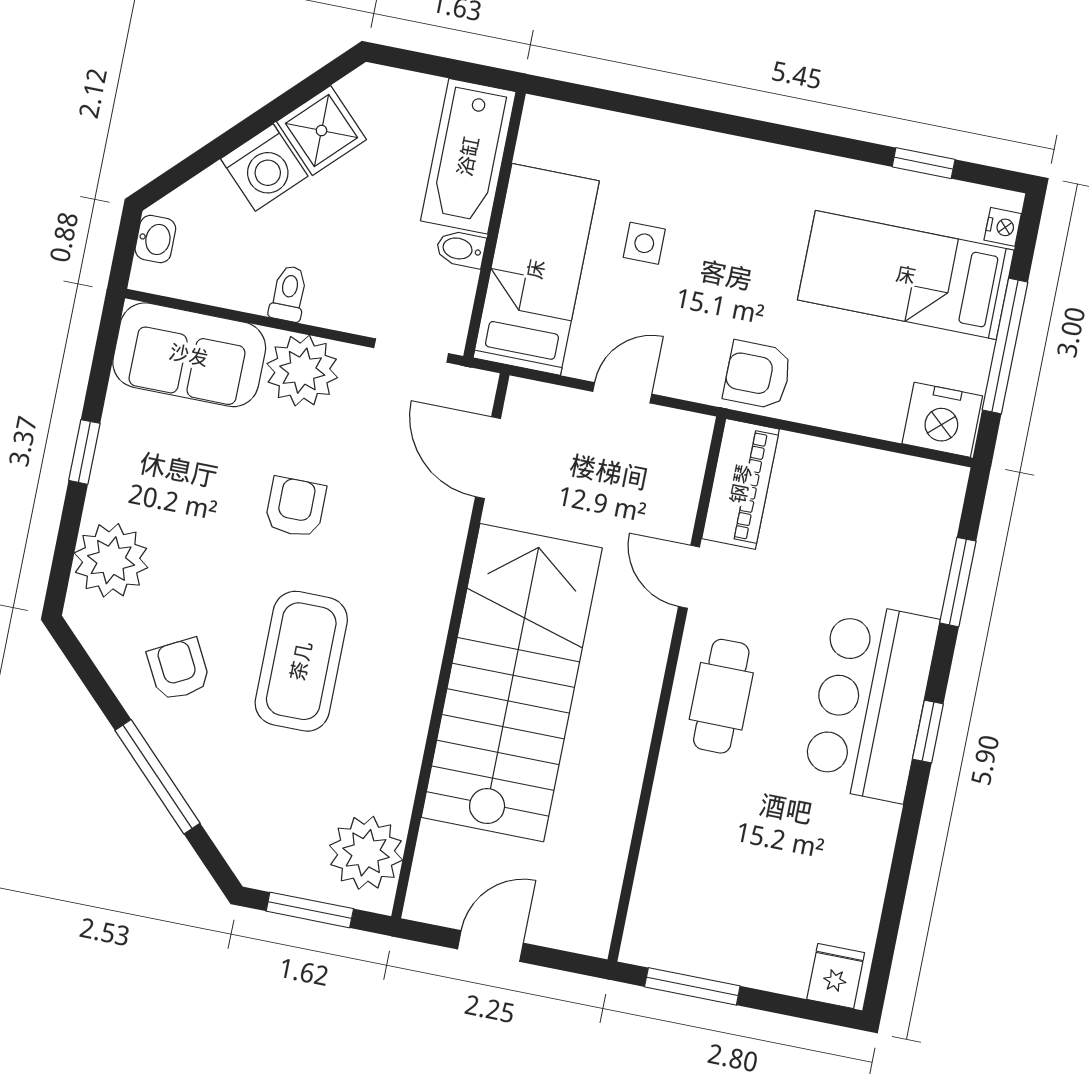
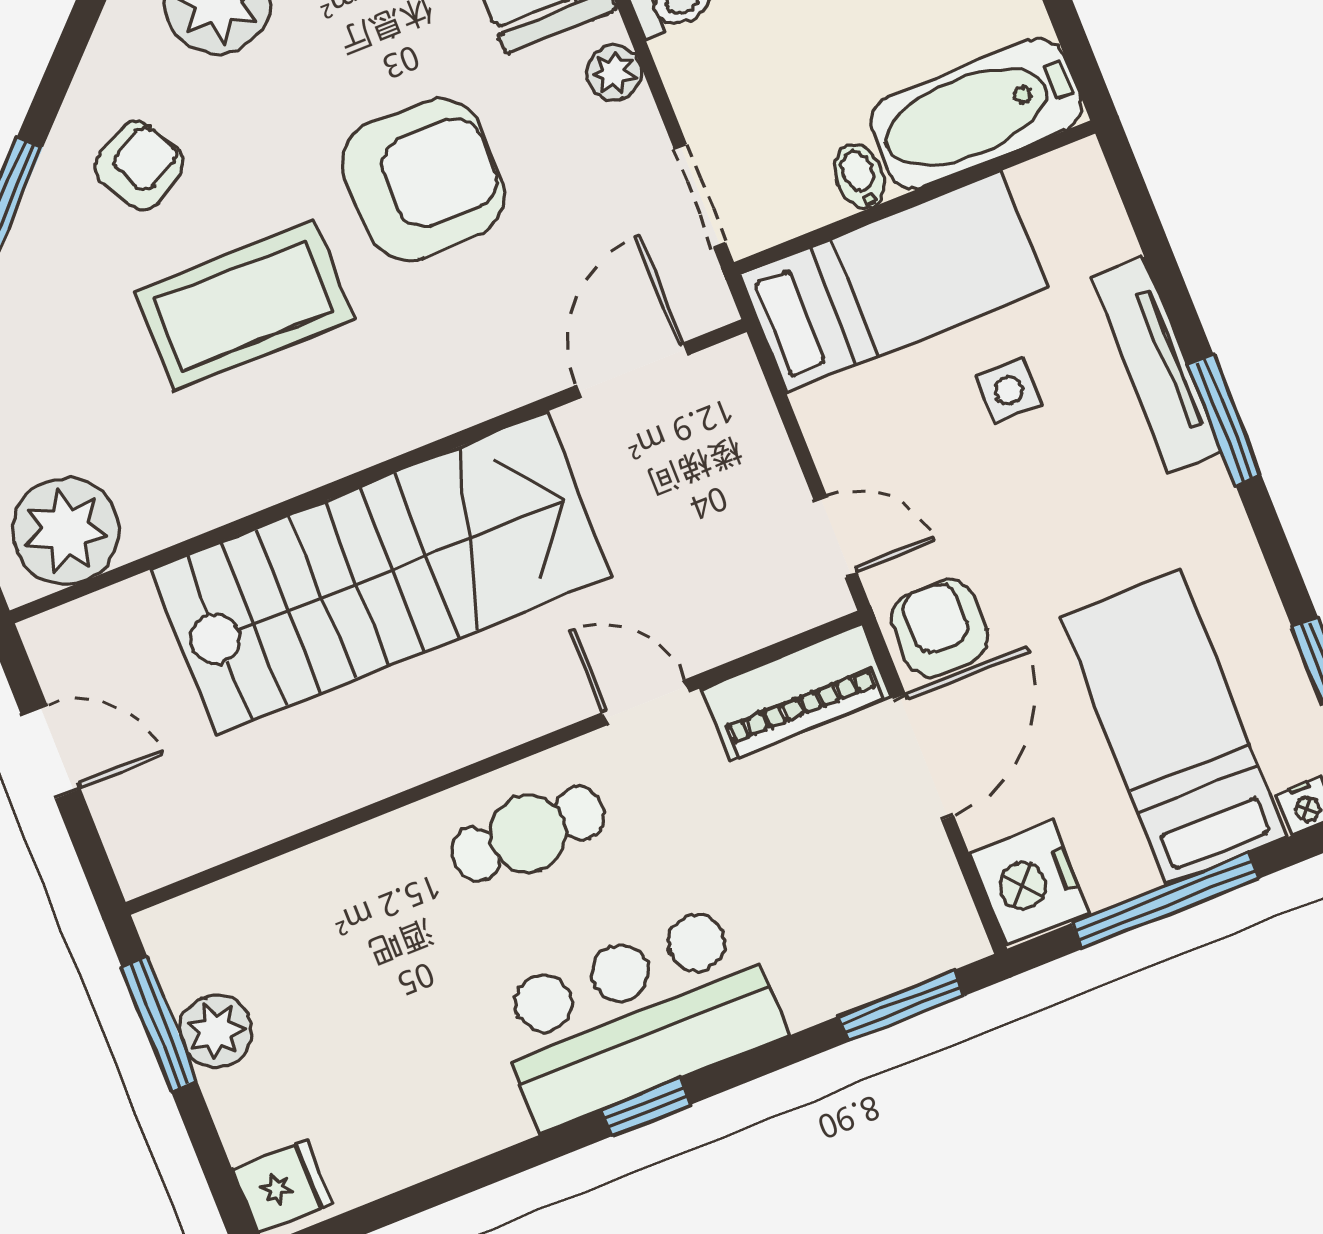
window: (744, 127) -> (1224, 420), added
tv unit: (686, 146) -> (1157, 365), added
plant: (302, 371) -> (614, 72), width x0.53, depth x0.53
door: (622, 393) -> (836, 537), moved
door: (828, 434) -> (923, 757), added
armchair: (295, 507) -> (423, 179), width x1.88, depth x1.88
door: (689, 577) -> (645, 703), hinge flipped
window: (958, 582) -> (902, 1006), moved
plant: (718, 956) -> (216, 1031), added

